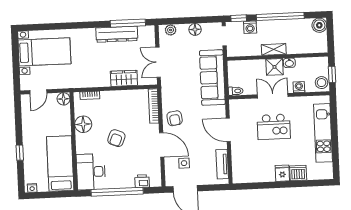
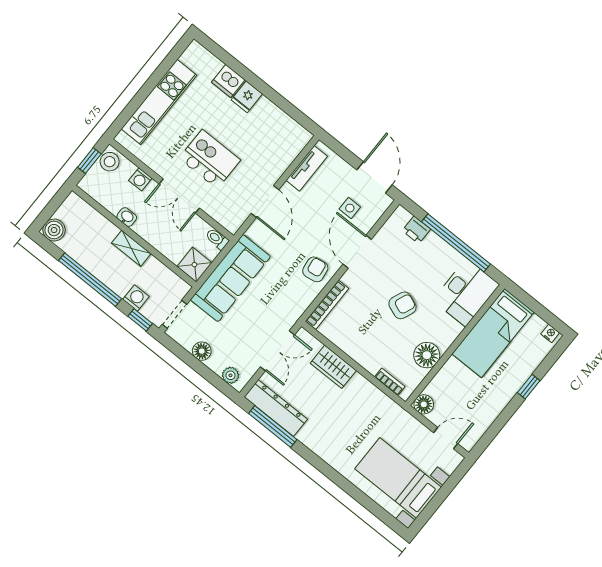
dresser: (117, 34) -> (276, 408), moved
shower: (274, 67) -> (194, 265), moved

